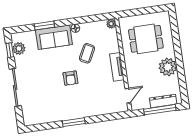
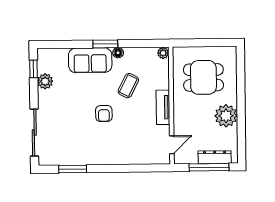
window: (44, 25) -> (105, 44), moved
plant: (19, 48) -> (45, 81), moved
sliding door: (15, 87) -> (34, 132), moved
window: (74, 122) -> (73, 169), moved

